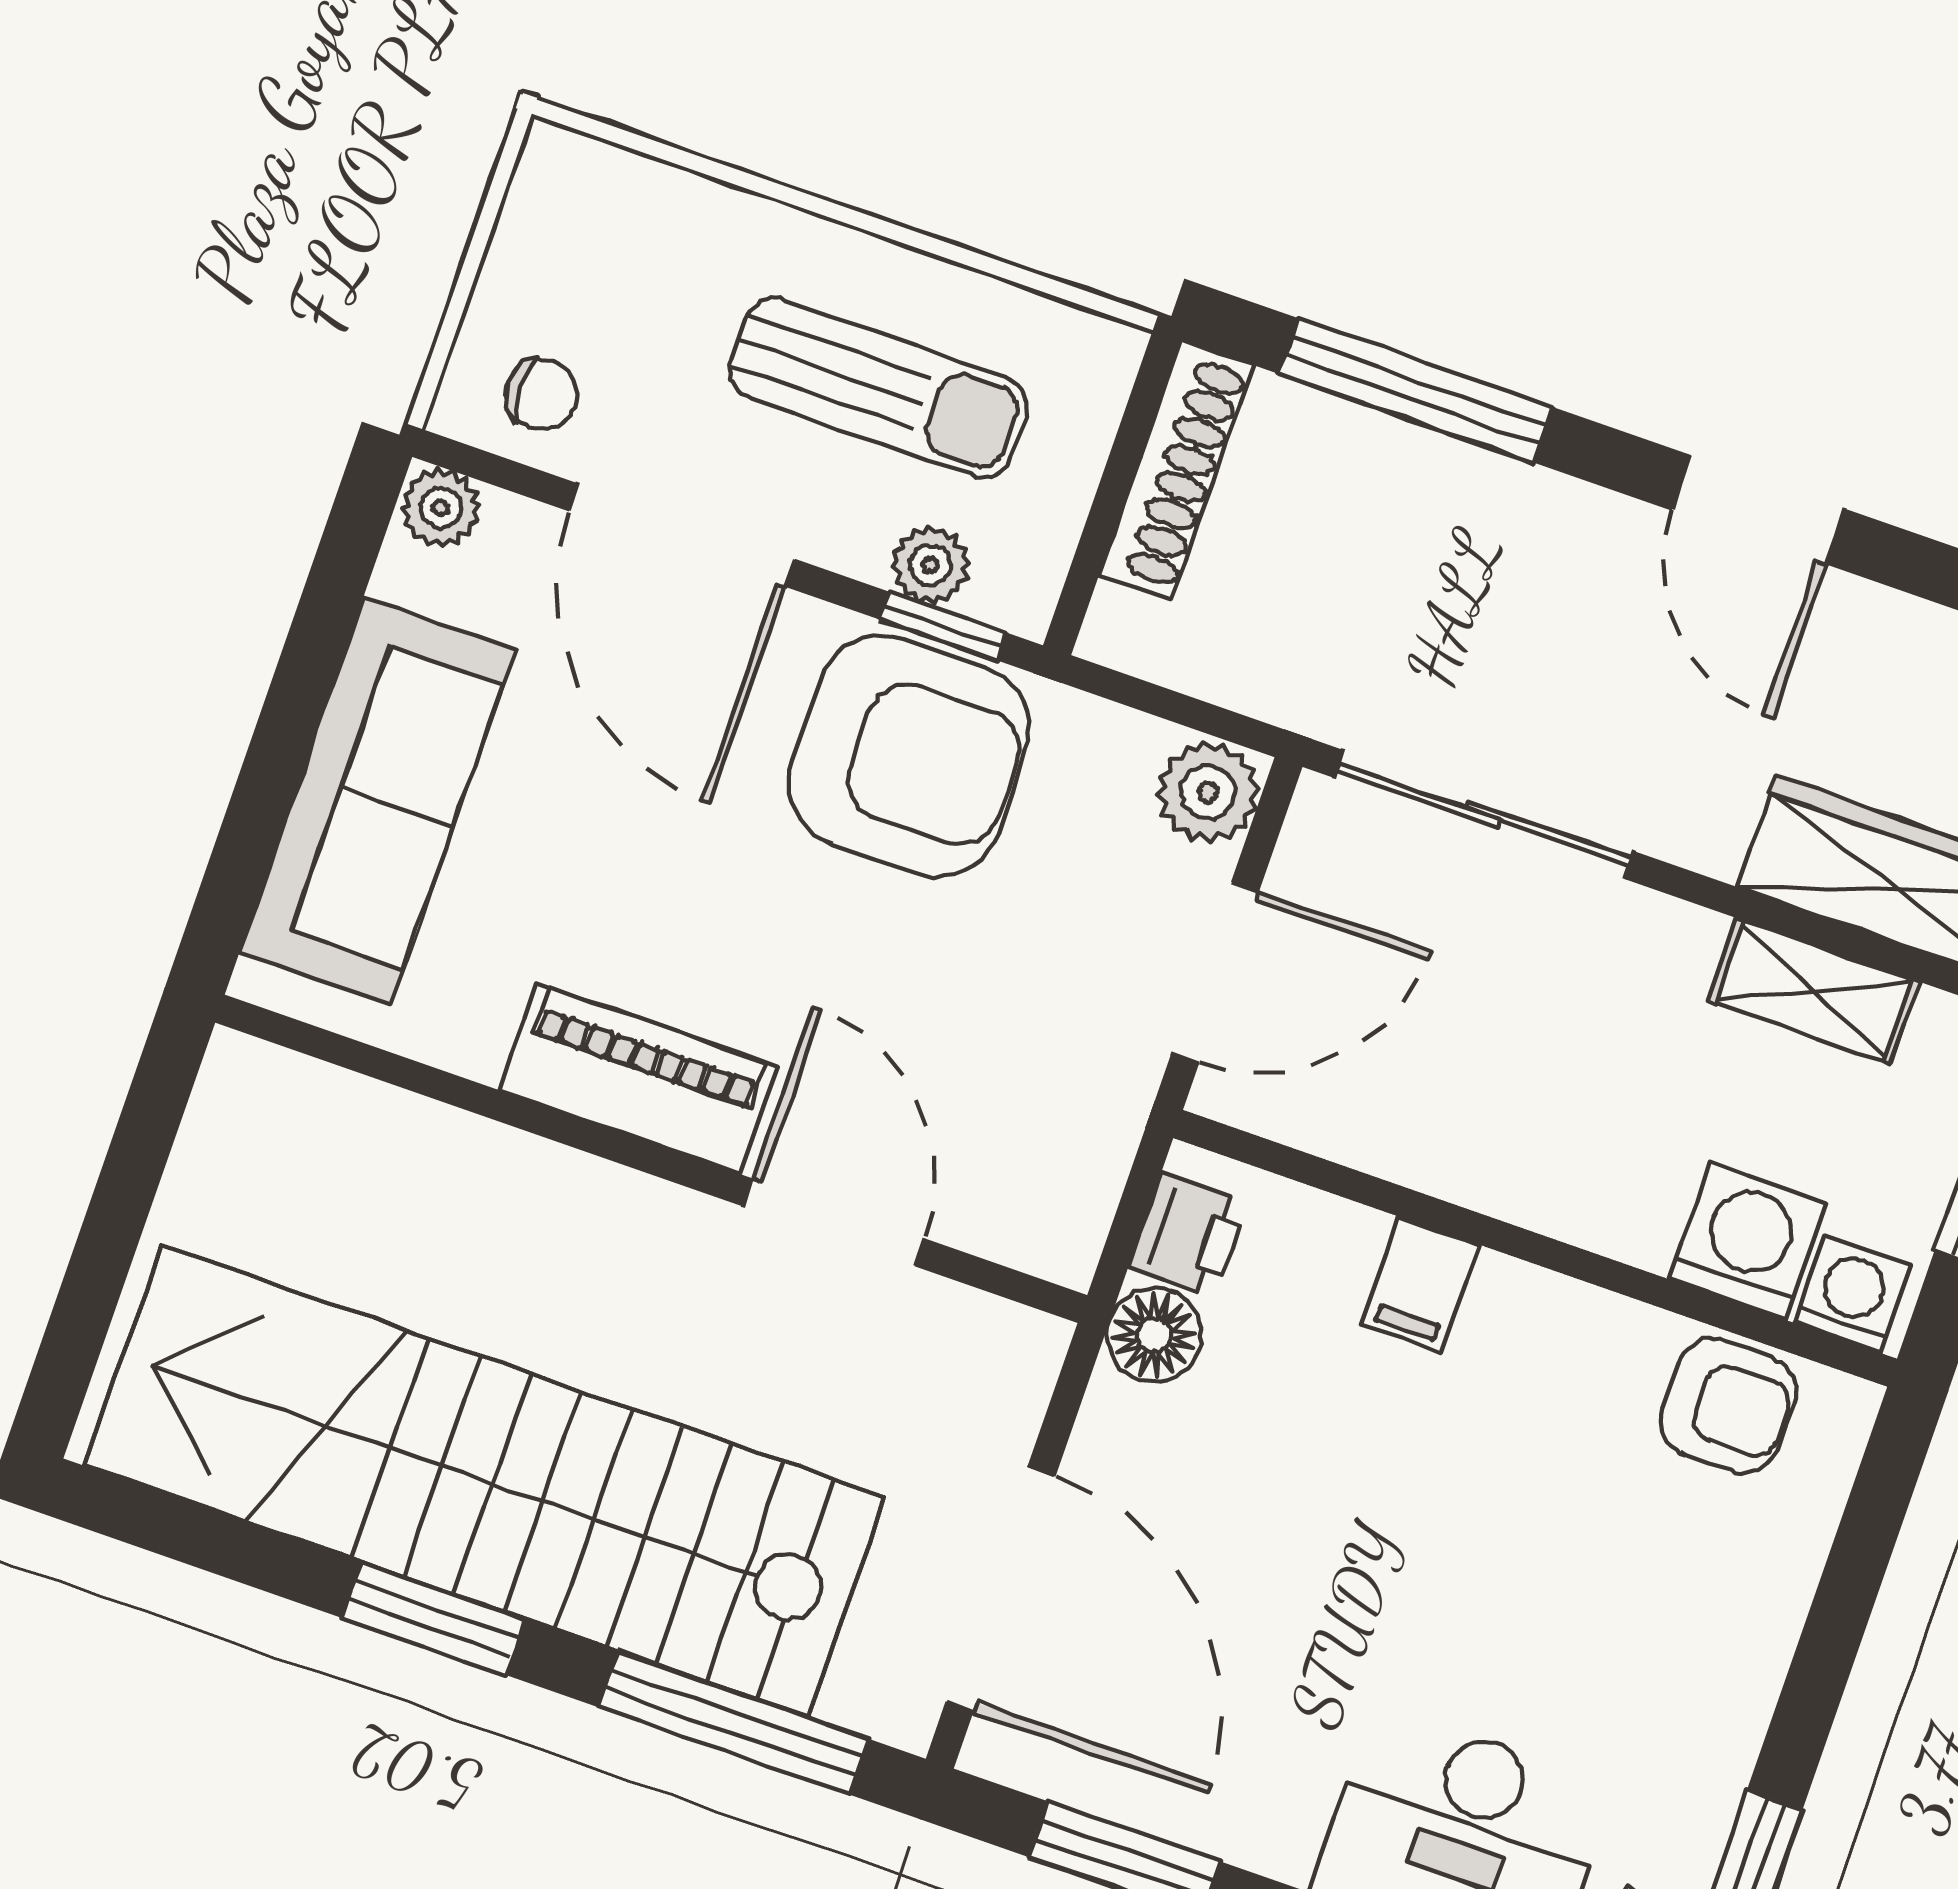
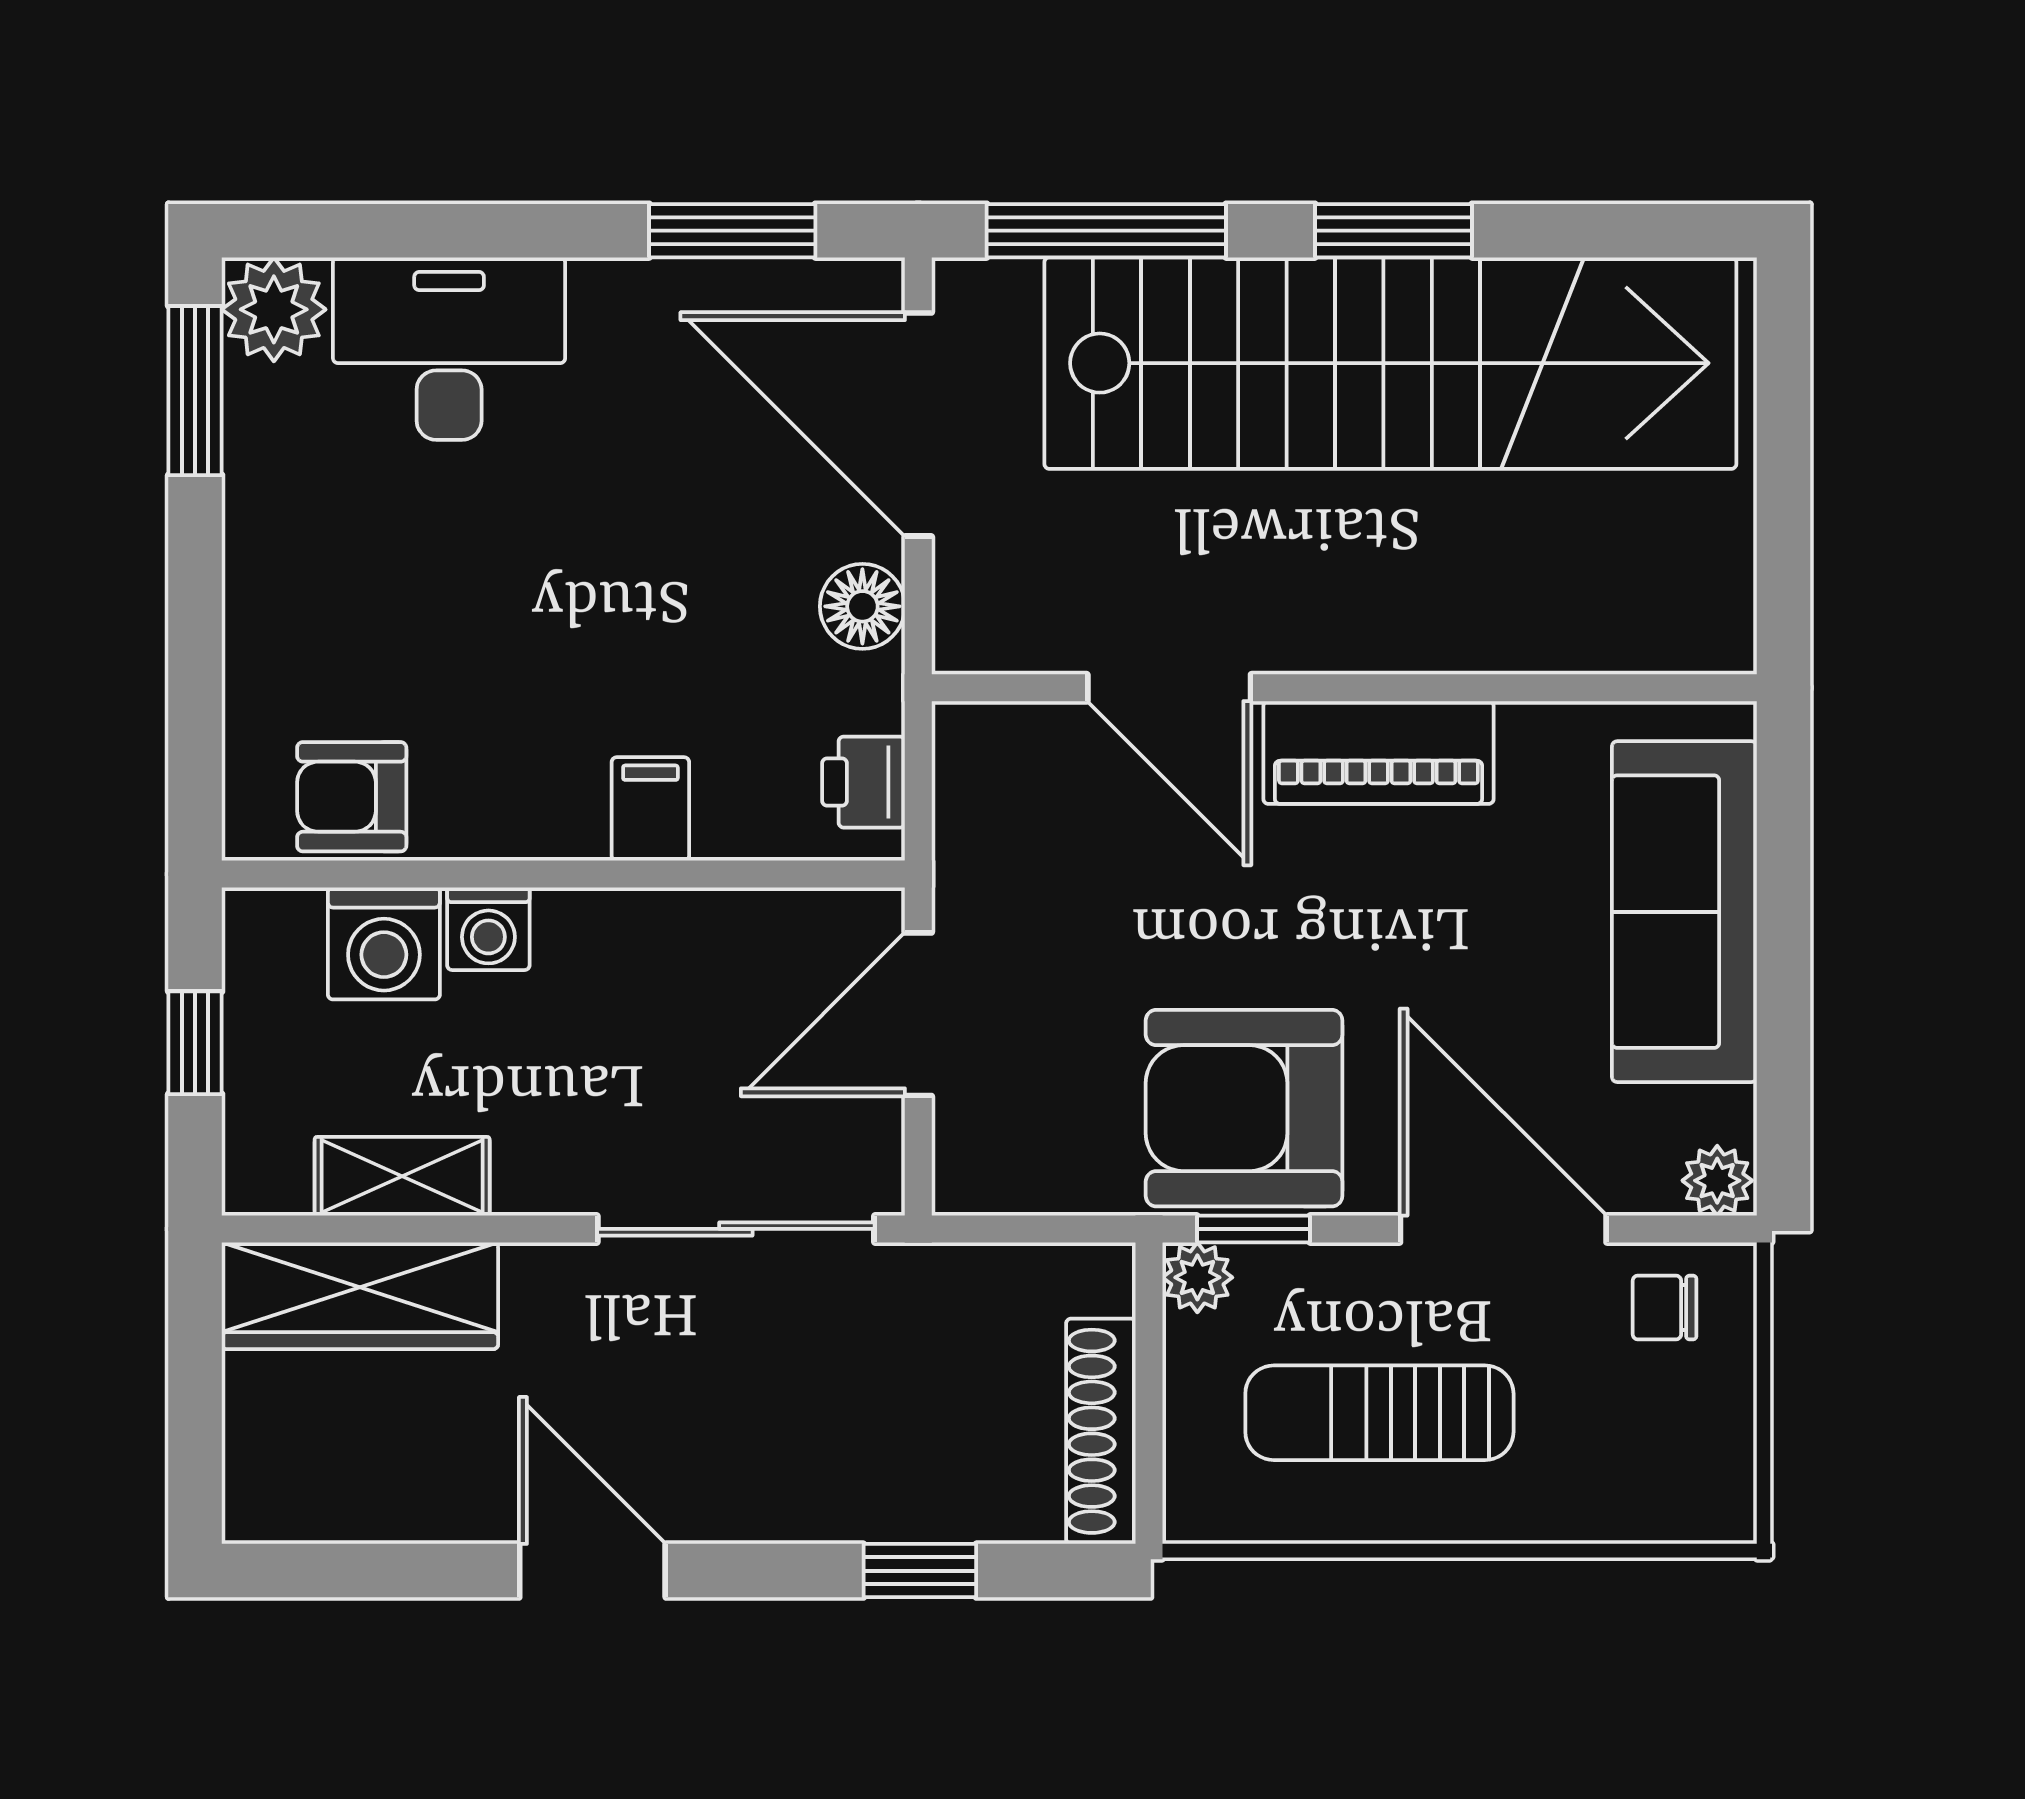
window: (1416, 390) -> (920, 1571), width x0.46
plant: (930, 565) -> (1197, 1277), moved
plant: (1208, 792) -> (978, 1166), removed
washing machine: (1852, 1294) -> (488, 929), moved
floor lamp: (1154, 1335) -> (862, 606), moved

